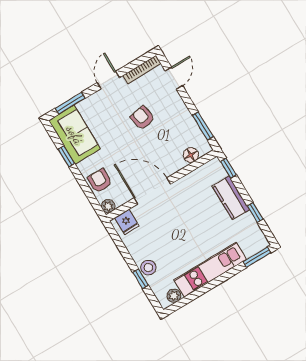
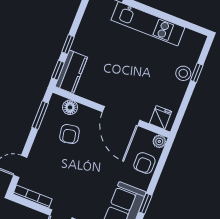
armchair: (142, 118) -> (70, 134), moved
kitchen counter: (231, 198) -> (71, 72), moved
window: (255, 212) -> (68, 44), moved
plant: (174, 296) -> (190, 37), removed

